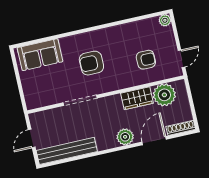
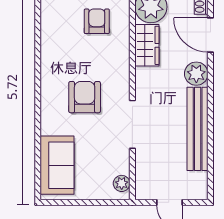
armchair: (91, 63) -> (85, 97), turned 180
plant: (37, 102) -> (122, 183), added
bench: (67, 151) -> (198, 129), moved

